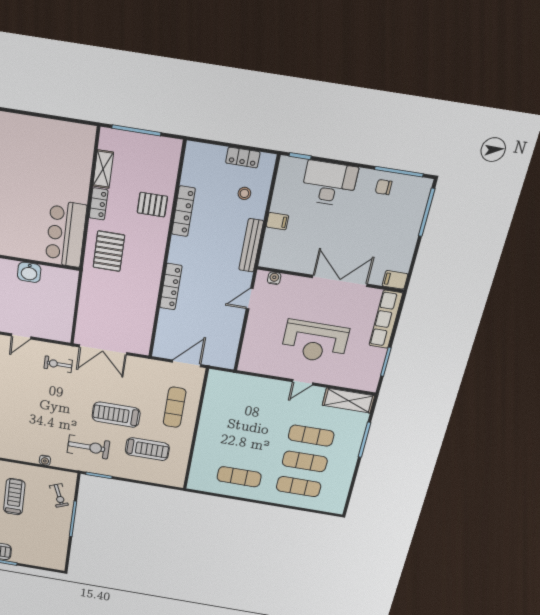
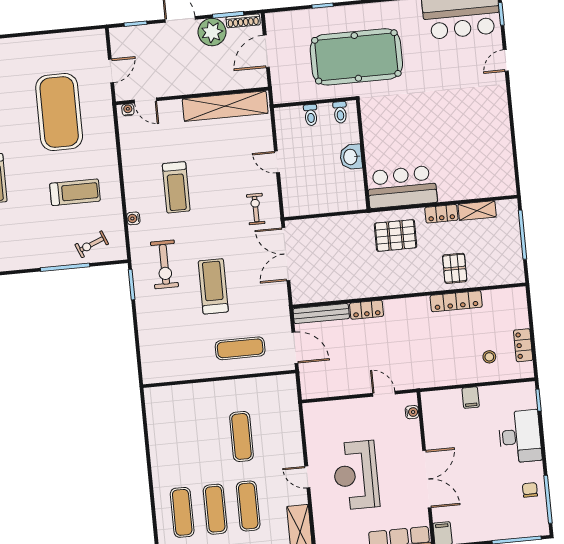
bench: (251, 245) -> (321, 314), moved
locker: (171, 287) -> (366, 310), width x0.66
treadmill: (147, 449) -> (176, 187), moved
exercise mat: (239, 477) -> (241, 436), moved

